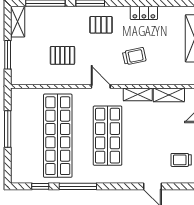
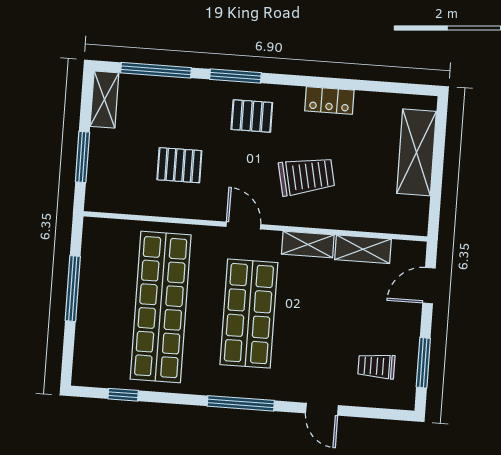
trolley: (134, 56) -> (307, 176), width x1.36, depth x1.39
window: (78, 186) -> (241, 403), moved

